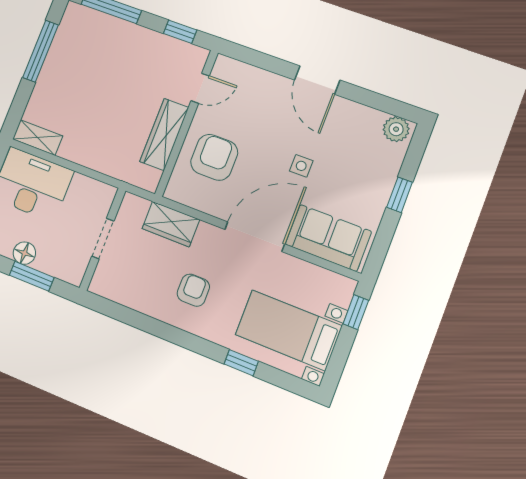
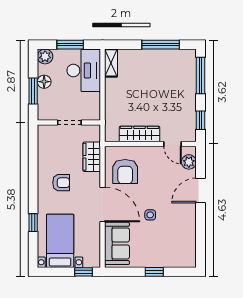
door: (317, 80) -> (200, 190), moved
plant: (396, 129) -> (189, 162), moved
armchair: (214, 157) -> (125, 172), moved, turned 90

